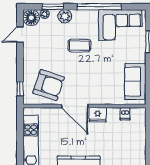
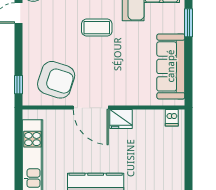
sofa: (135, 81) -> (171, 66), width x1.36
dishwasher: (125, 114) -> (172, 118), moved

